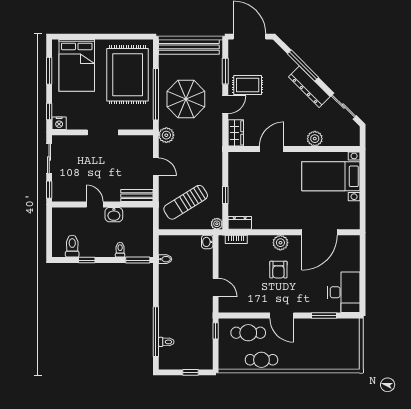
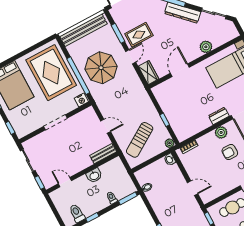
nightstand: (59, 123) -> (81, 100), moved
plant: (166, 135) -> (101, 100), removed
door: (95, 204) -> (65, 182), moved
dresser: (240, 223) -> (219, 116), moved
armchair: (278, 270) -> (230, 152), turned 90

